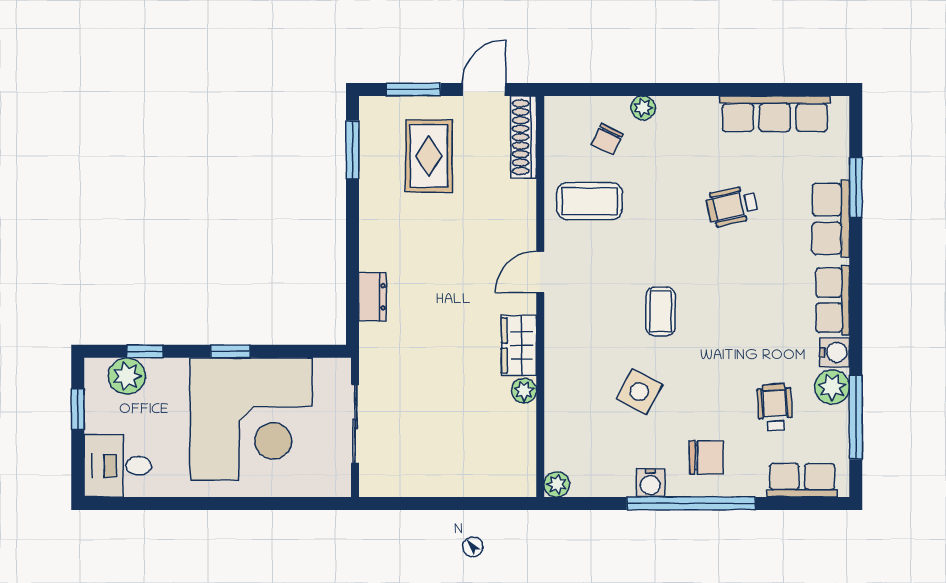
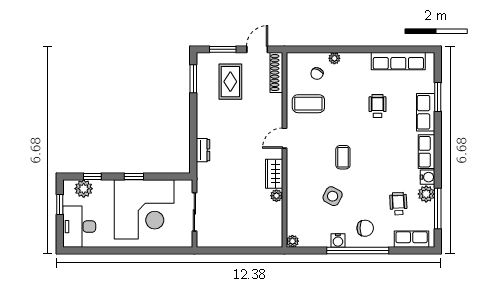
wheelchair: (732, 206) -> (378, 106), turned 102
desk: (118, 466) -> (79, 227), width x1.37

